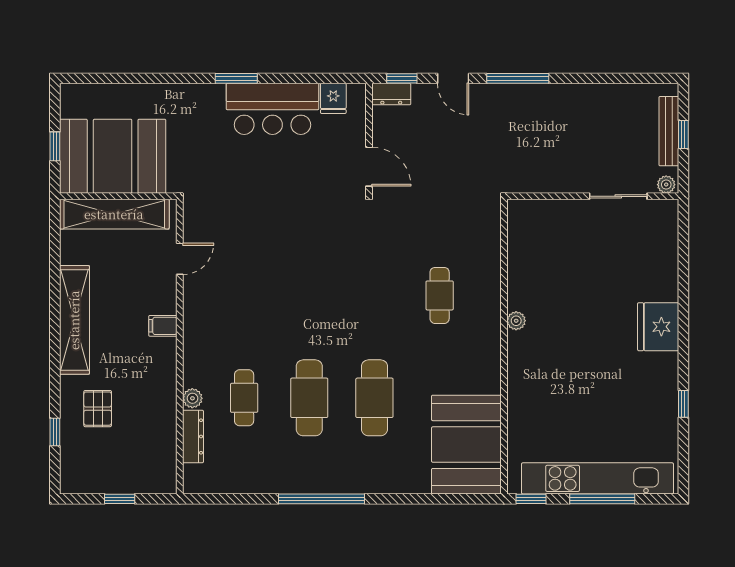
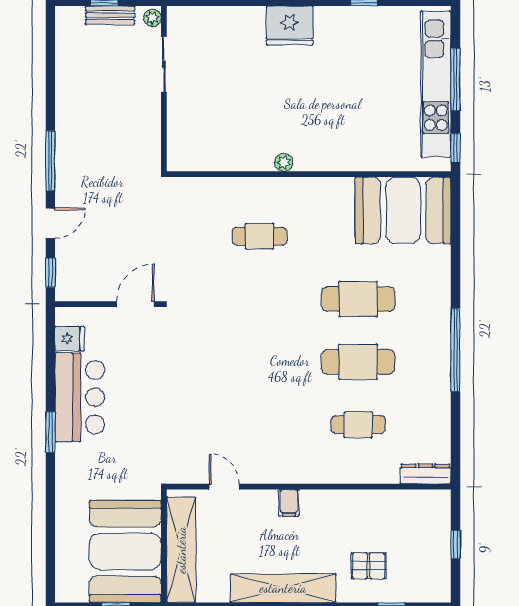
dresser: (391, 94) -> (65, 283), removed
bench: (669, 131) -> (110, 15), width x0.73
plant: (192, 398) -> (359, 474), removed
dresser: (193, 437) -> (425, 474), moved

